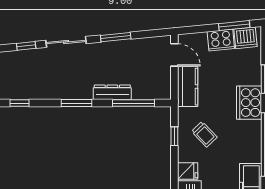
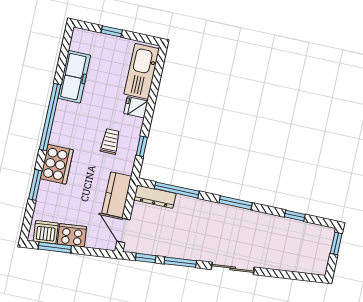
window: (26, 46) -> (146, 258), moved
dresser: (112, 92) -> (155, 197), moved
trolley: (204, 134) -> (110, 141), turned 44

